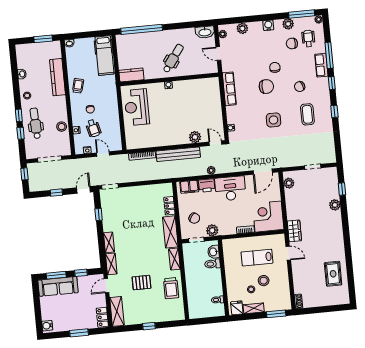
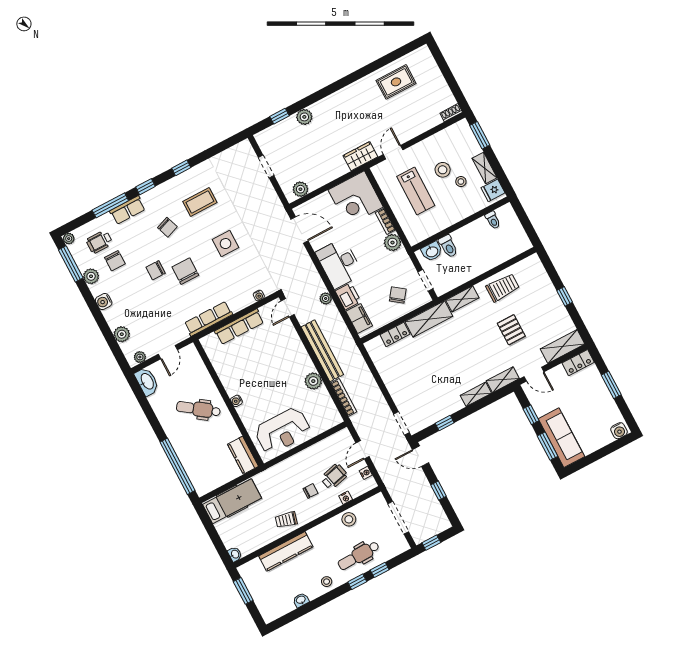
row of seats: (216, 107) -> (239, 327), added
plant: (195, 137) -> (313, 381), moved
plant: (212, 230) -> (392, 243), moved

